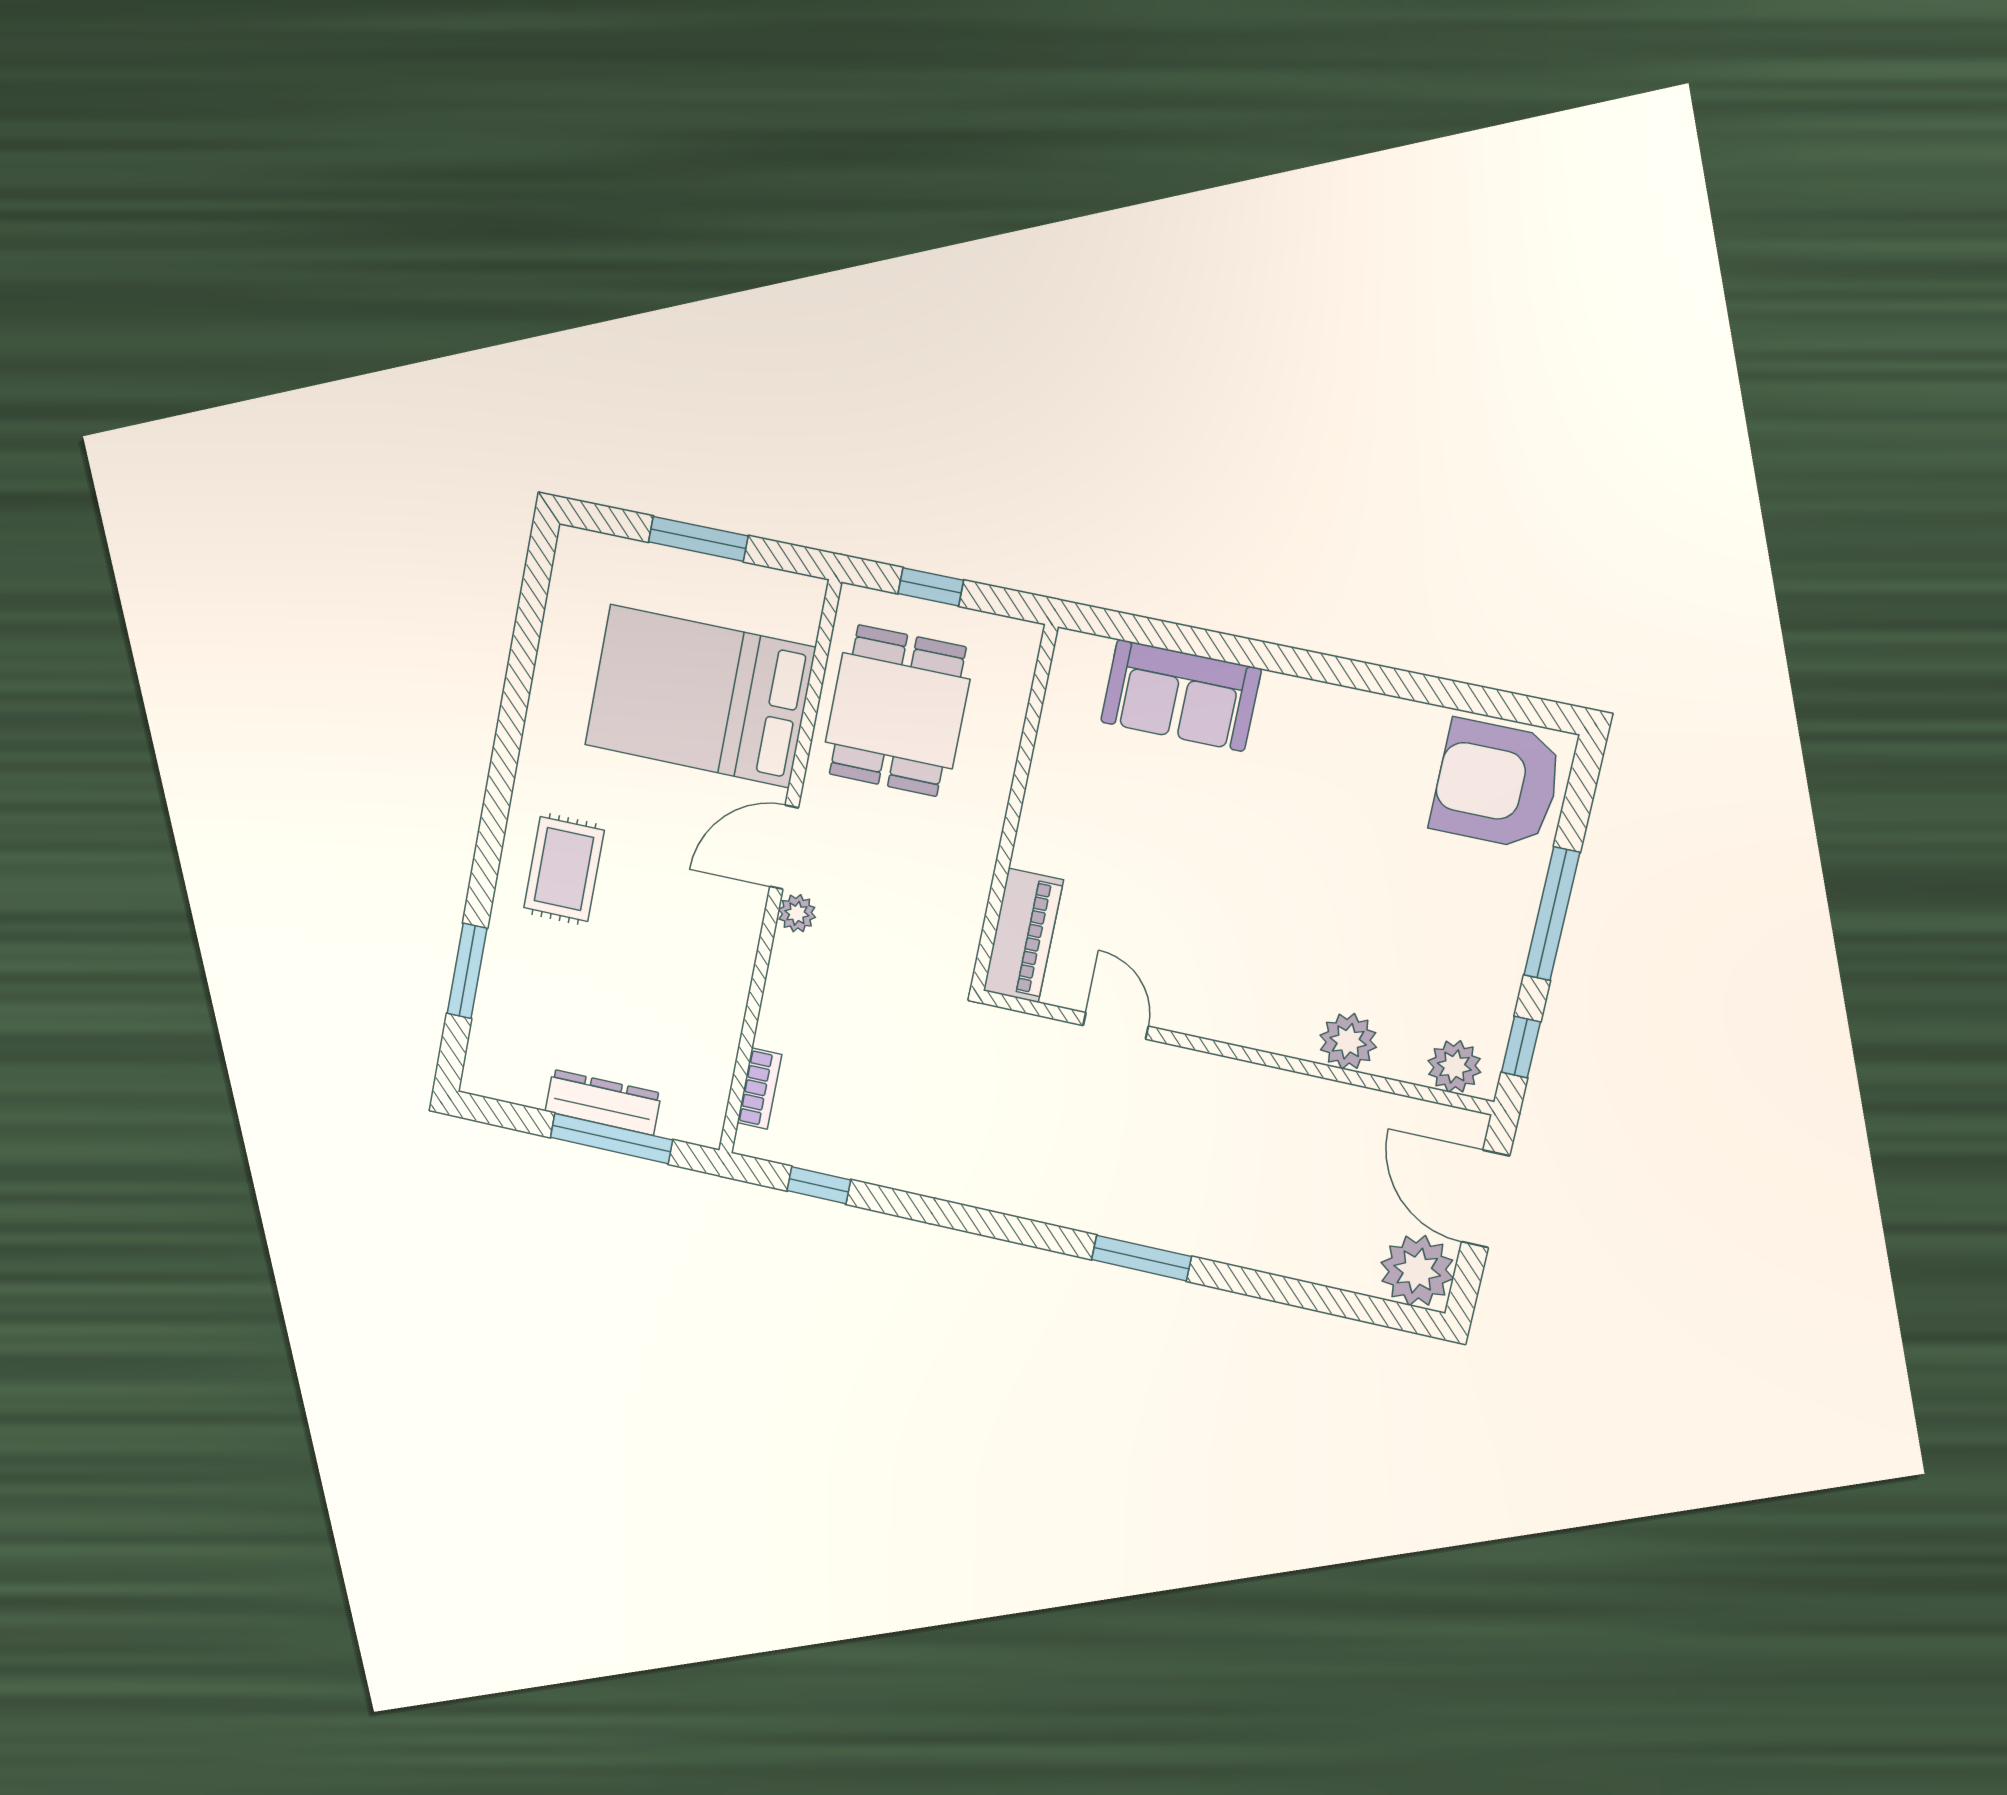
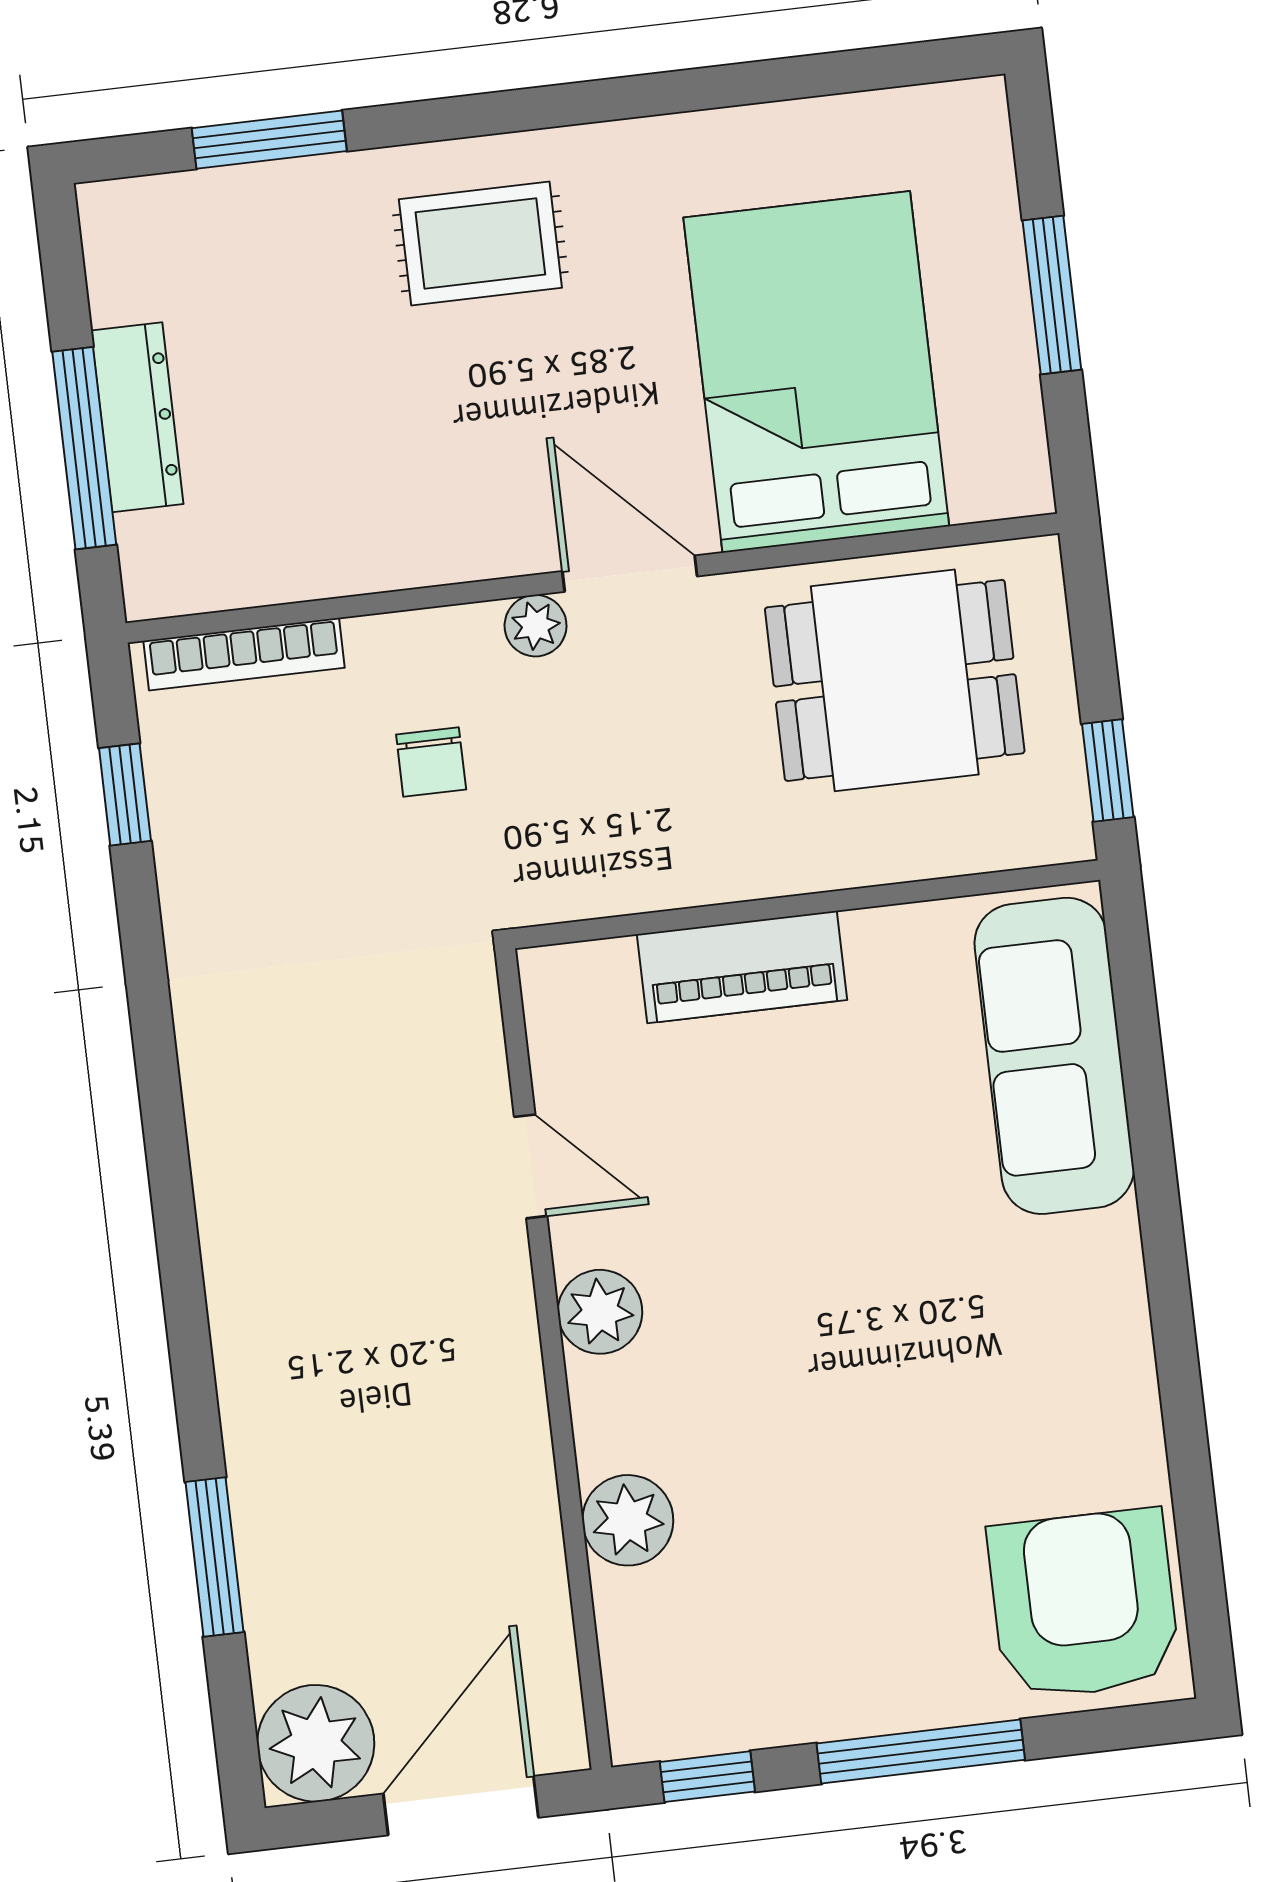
window: (931, 587) -> (1108, 771), moved
sofa: (1181, 695) -> (1054, 1056), width x1.36
piano: (1023, 935) -> (742, 967), moved
chair: (857, 1002) -> (431, 762), added
door: (1116, 1026) -> (531, 1166), hinge flipped
plant: (1454, 1066) -> (600, 1312), moved
bookcase: (759, 1089) -> (244, 654), width x1.56
window: (1142, 1258) -> (215, 1557), moved

